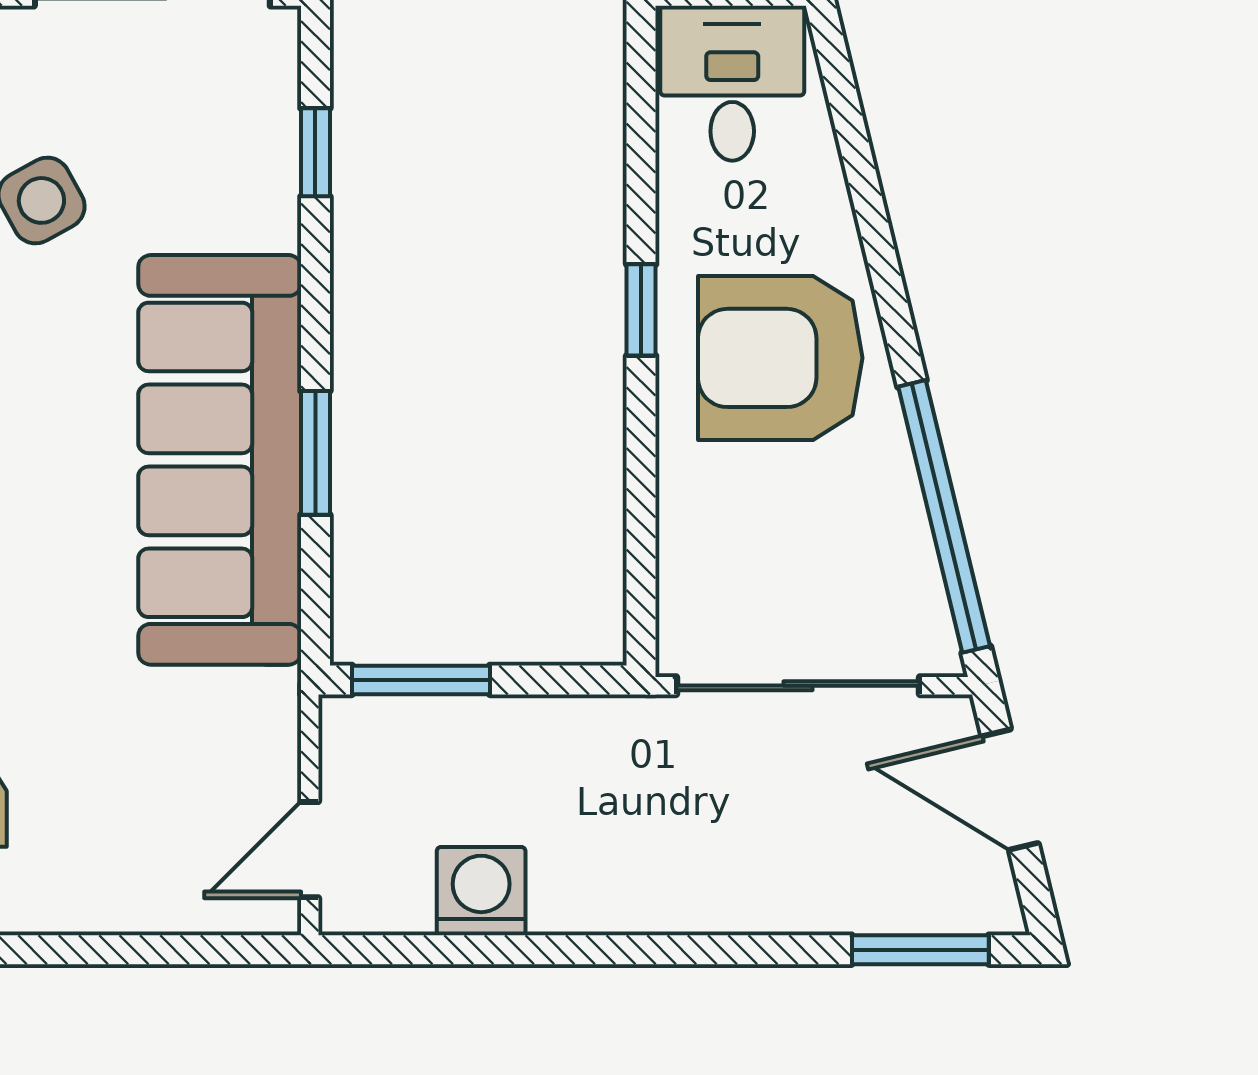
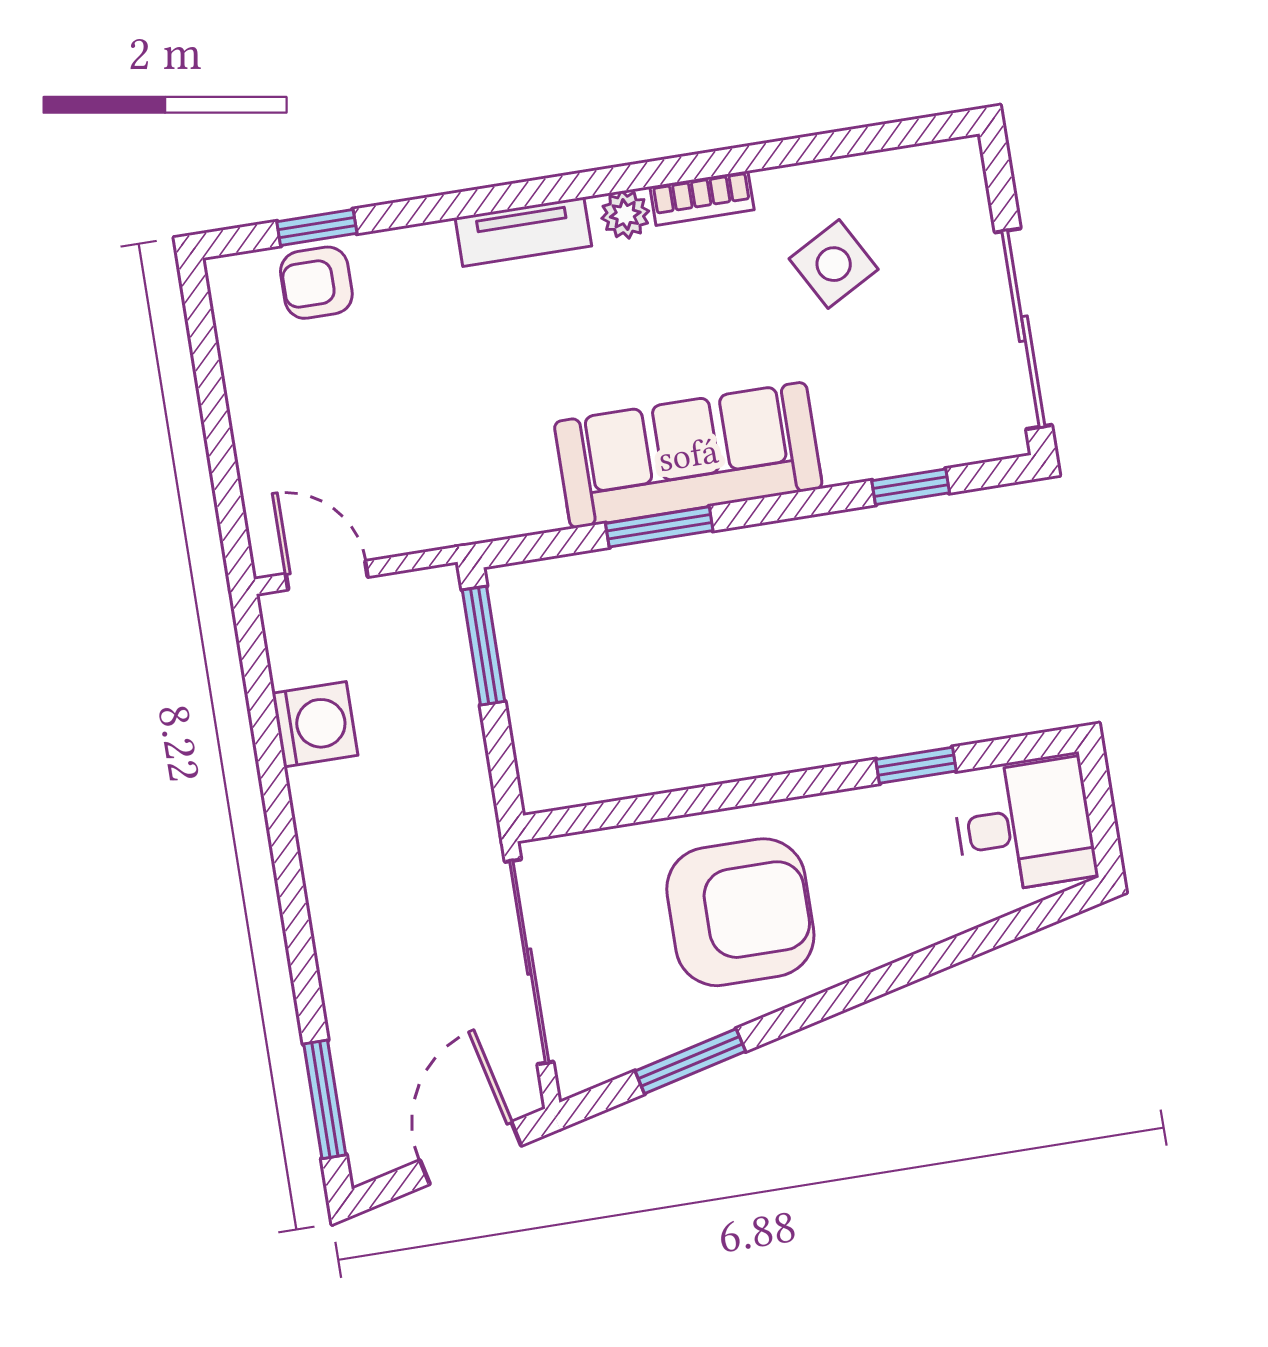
window: (641, 310) -> (916, 765), moved
armchair: (780, 358) -> (740, 912), moved, turned 90
sofa: (220, 460) -> (688, 455), width x0.74, depth x0.79
window: (944, 516) -> (690, 1061), width x0.47

